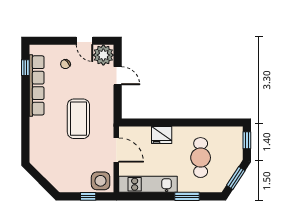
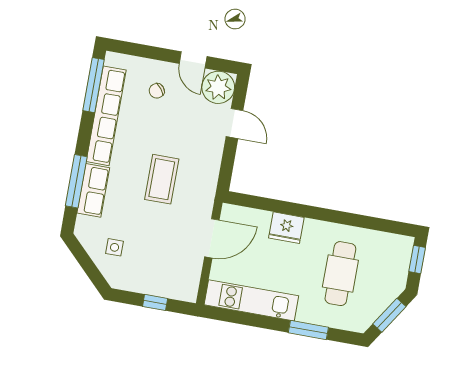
window: (25, 68) -> (94, 85), width x2.17
coffee table: (78, 119) -> (162, 179), width x0.73, depth x0.76
window: (25, 130) -> (76, 181), added
row of seats: (37, 133) -> (93, 190), added
door: (116, 150) -> (212, 238), hinge flipped
side table: (101, 181) -> (115, 247), moved, width x0.54, depth x0.54

